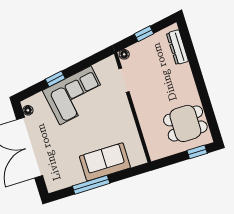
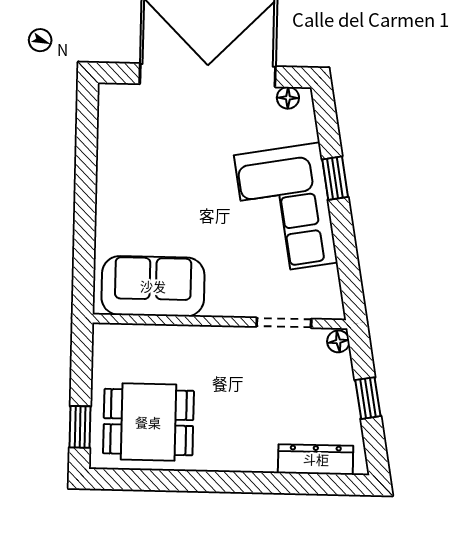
dining table: (185, 123) -> (148, 422), turned 90
sofa: (105, 162) -> (153, 286), moved, turned -90
window: (91, 185) -> (86, 179), removed

